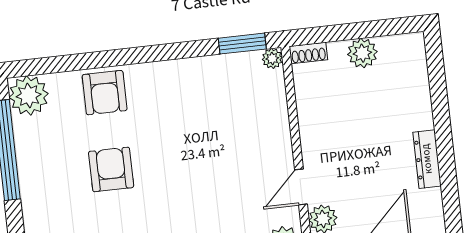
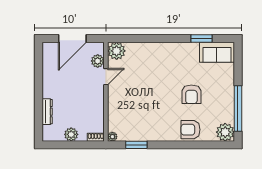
window: (242, 44) -> (136, 145), moved
armchair: (105, 93) -> (191, 130), turned -90
dresser: (427, 159) -> (47, 112), moved

